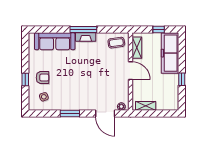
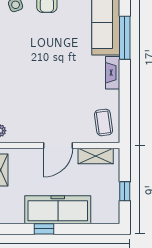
window: (83, 30) -> (125, 38), moved
freezer: (170, 53) -> (58, 210), moved

